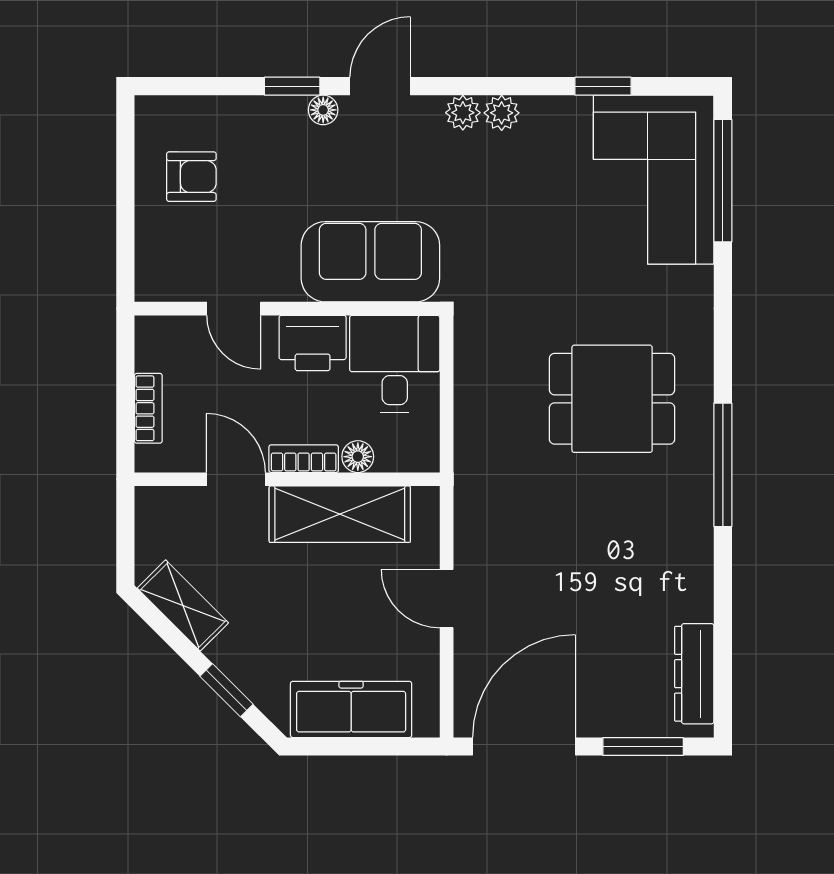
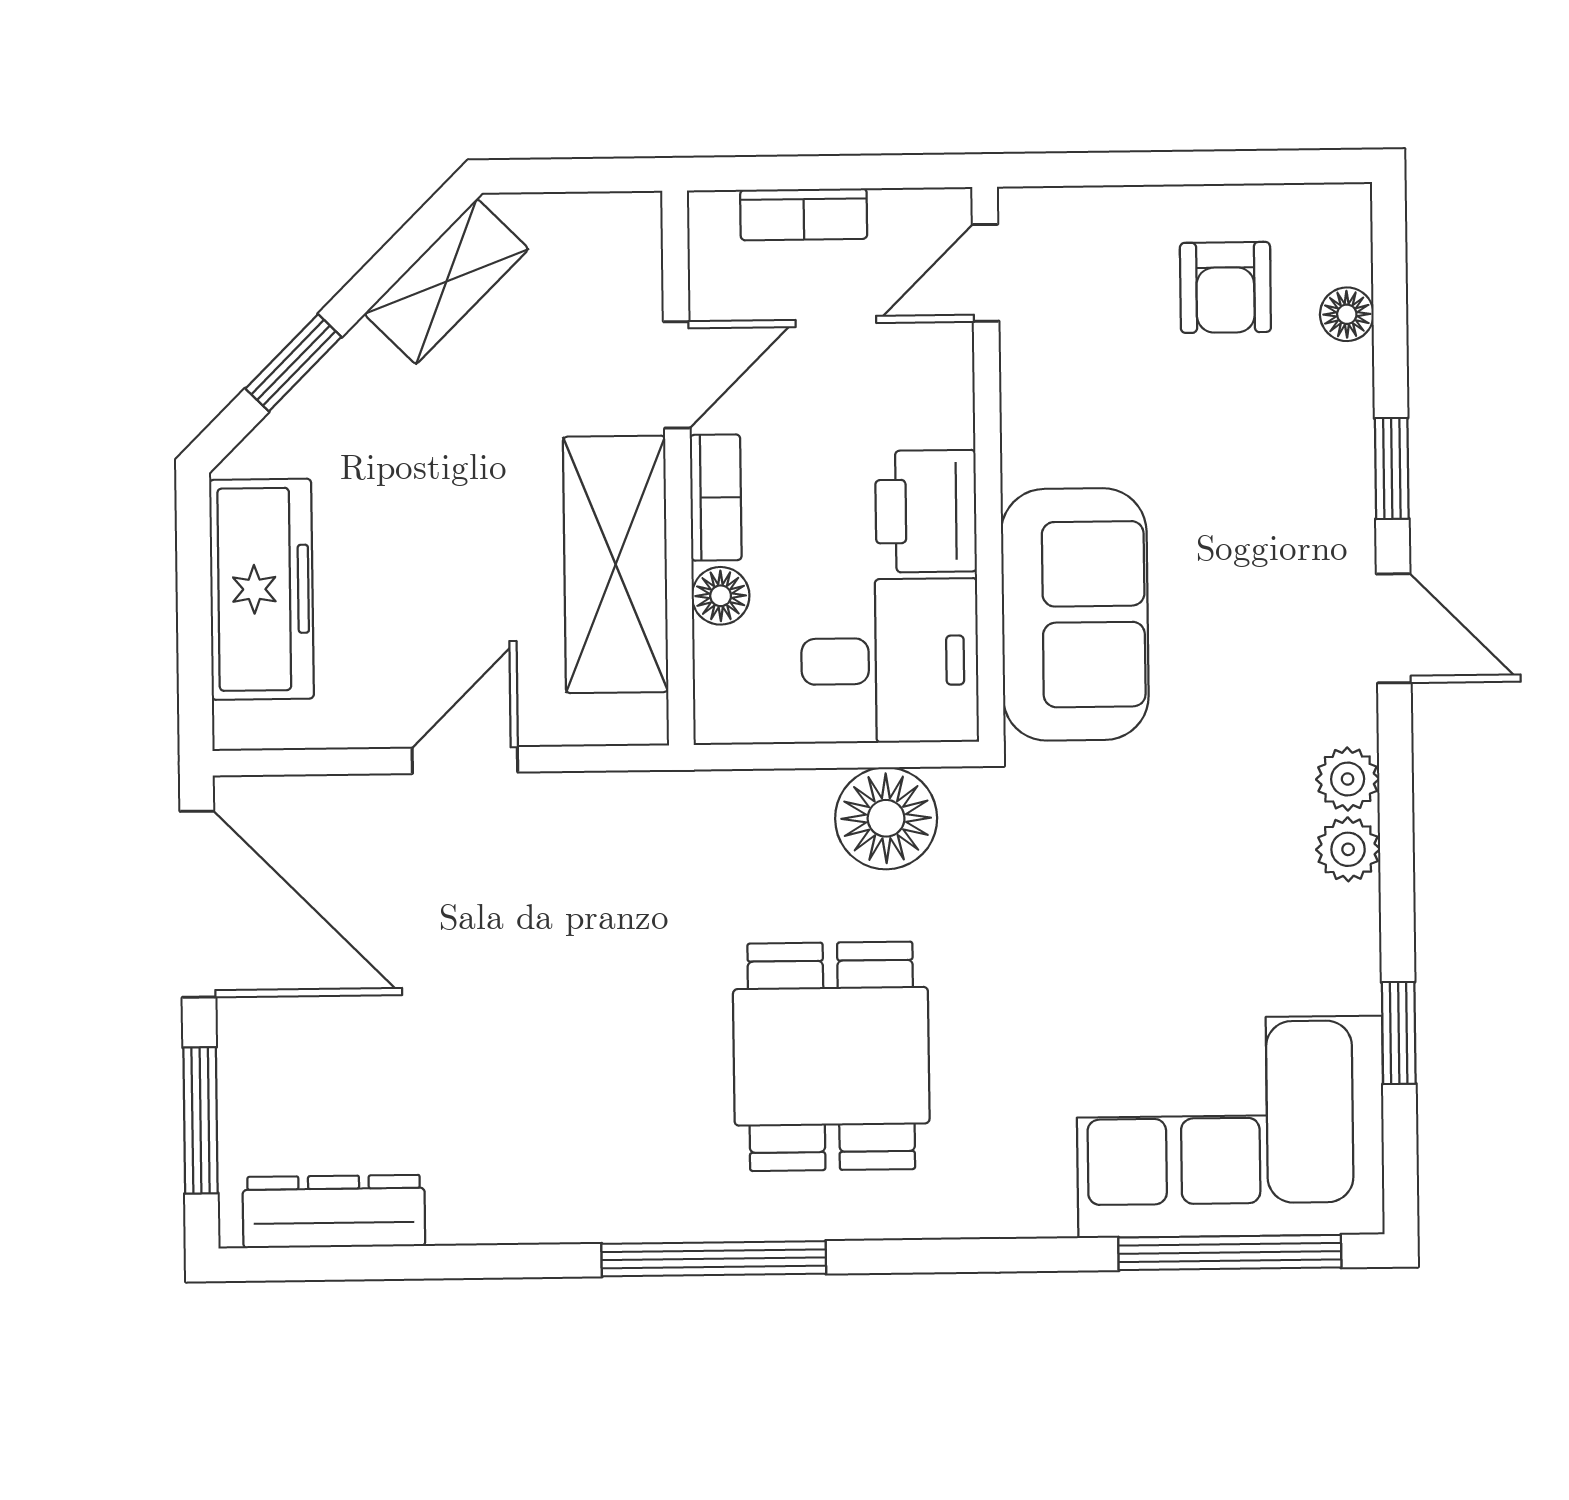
floor lamp: (323, 110) -> (1347, 314), moved
door: (234, 309) -> (986, 273), moved
floor lamp: (481, 367) -> (886, 818), added

